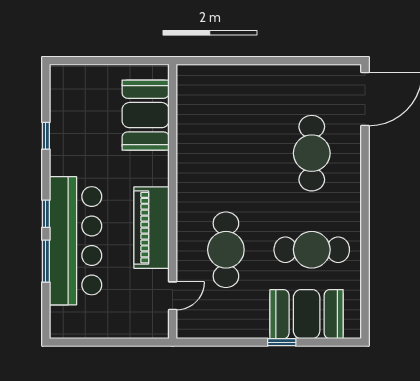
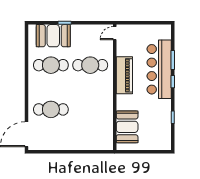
cafe table: (312, 153) -> (51, 109), turned 90
cafe table: (226, 250) -> (90, 65), turned 90
door: (173, 296) -> (115, 33), moved

